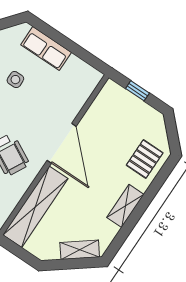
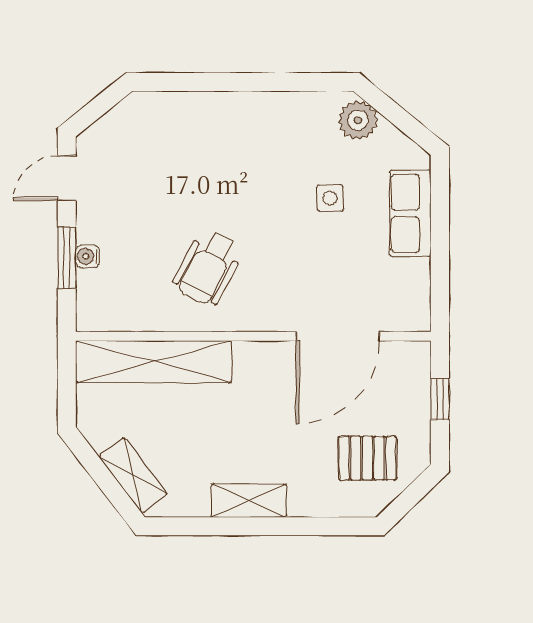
door: (62, 143) -> (338, 336), moved
pallet: (145, 159) -> (368, 458), moved

